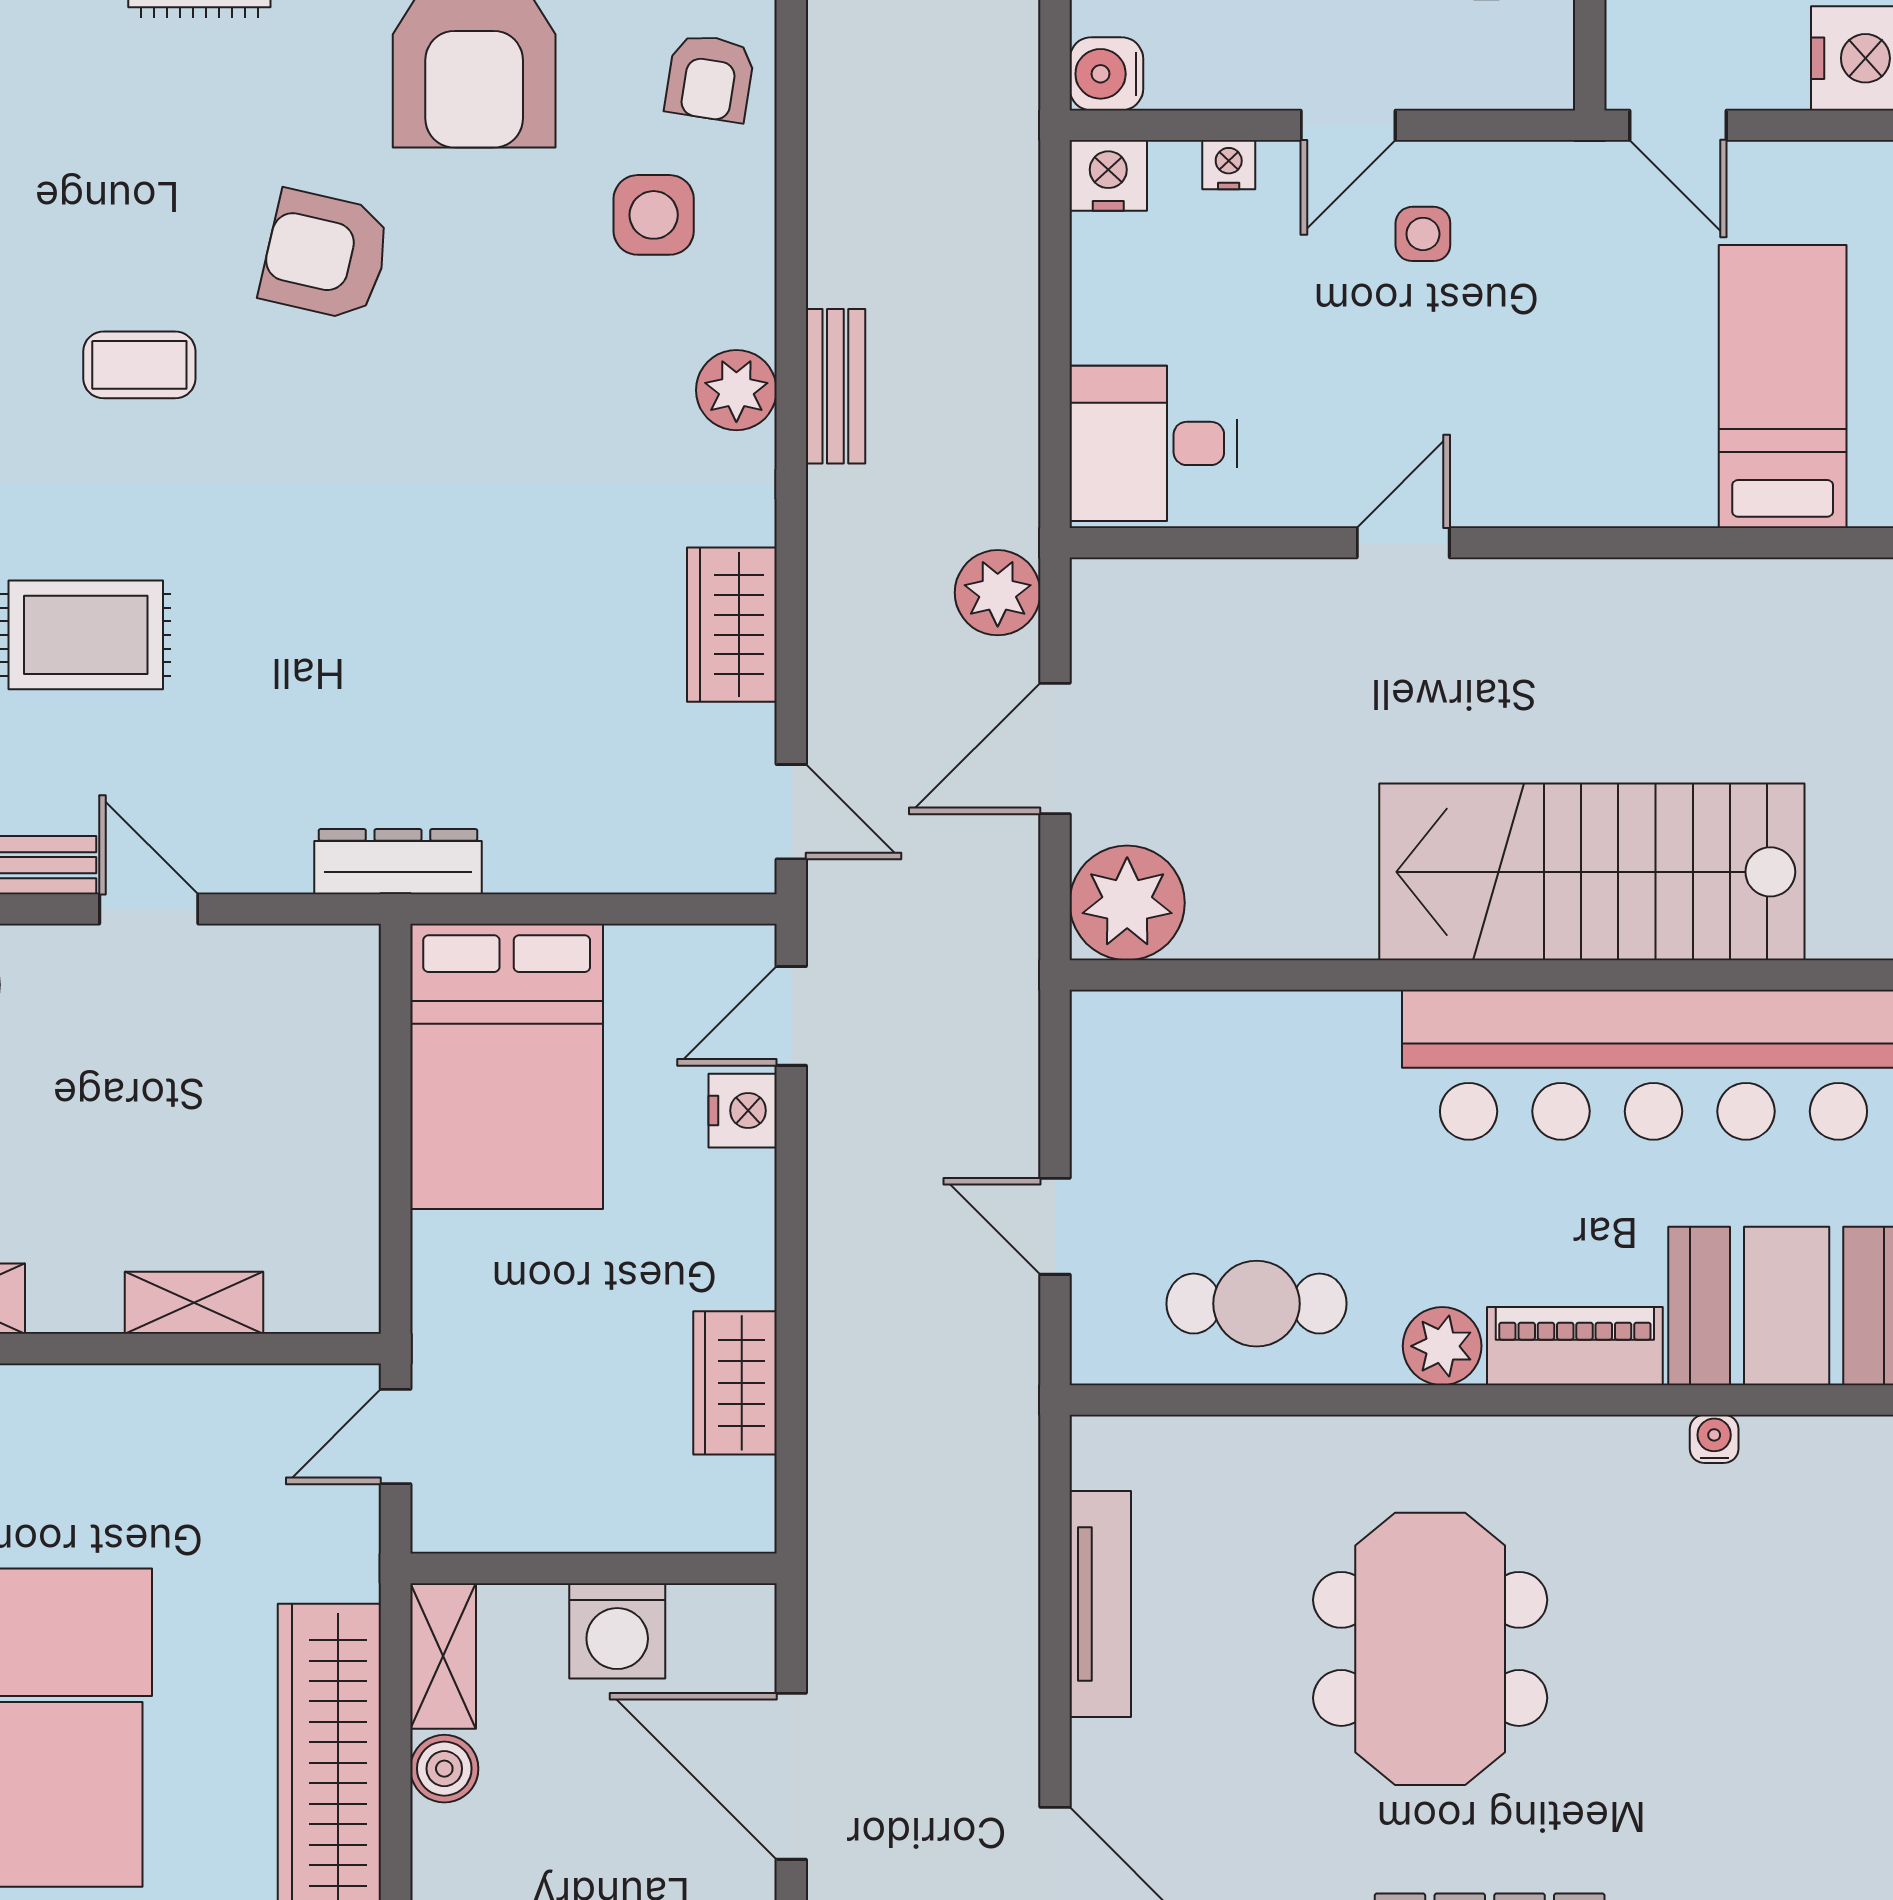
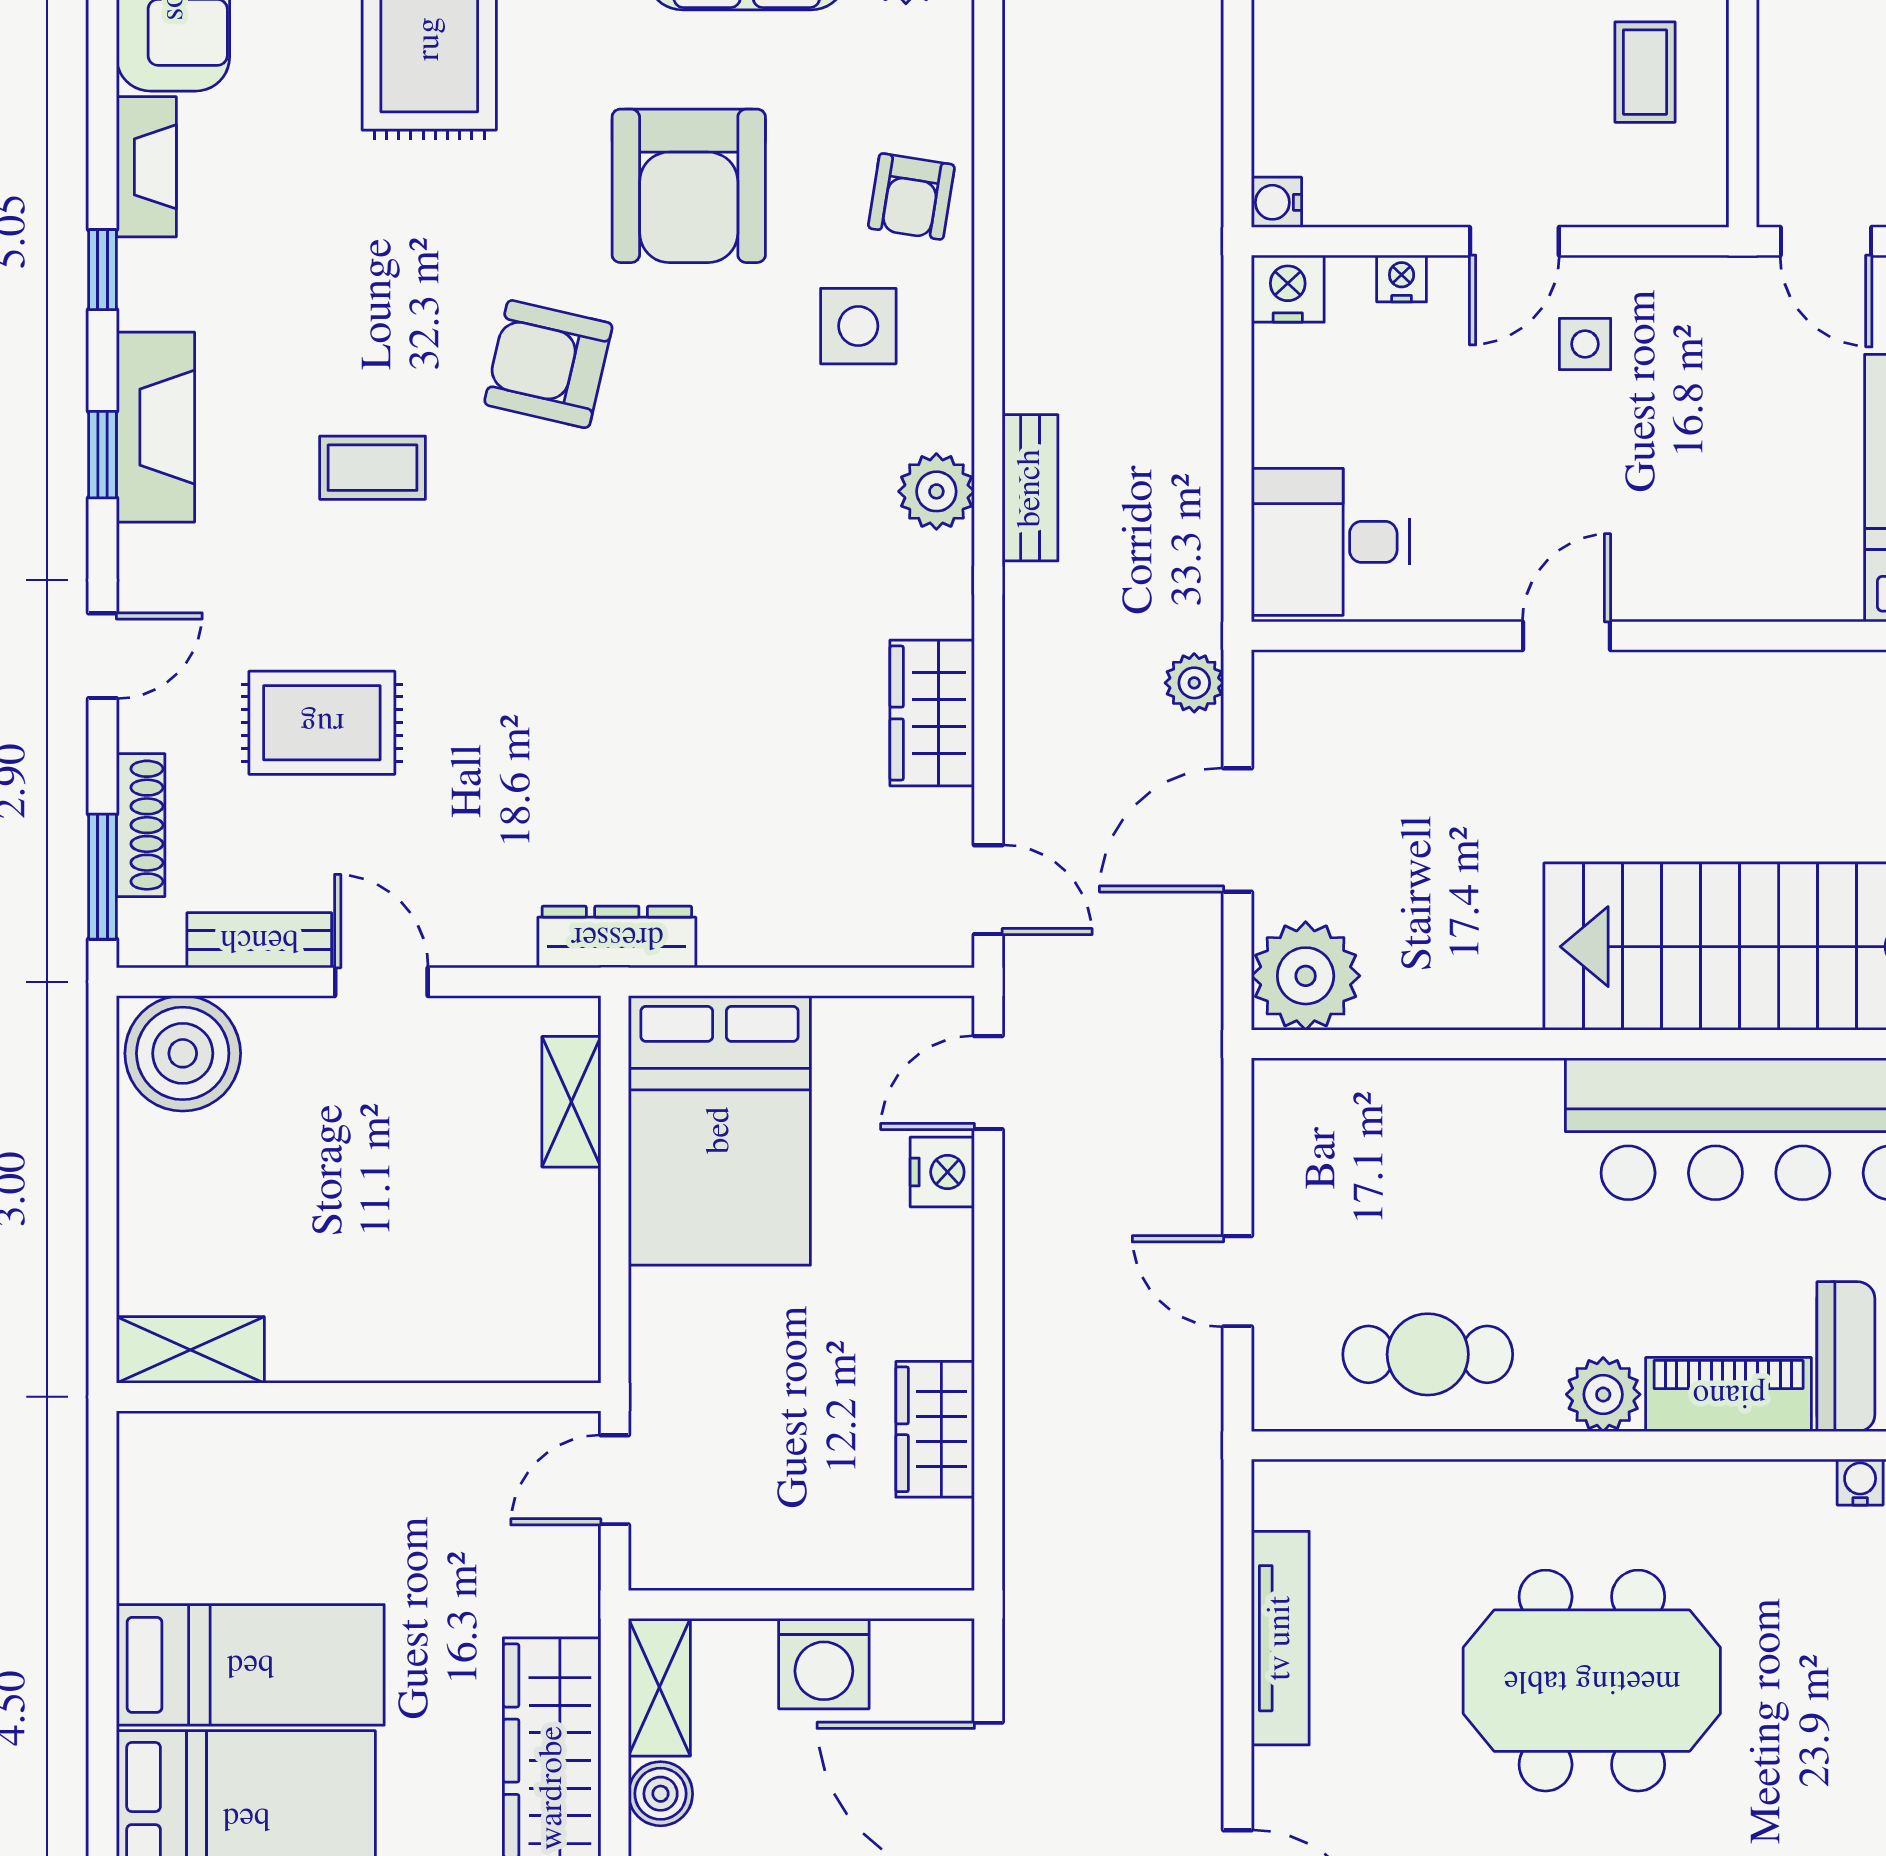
water cooler: (1106, 74) -> (1276, 202), width x0.72, depth x0.72
plant: (998, 593) -> (1194, 683), width x0.73, depth x0.73
shelving: (194, 1303) -> (571, 1102), moved, turned 90
meeting table: (1430, 1649) -> (1592, 1681), turned 90

